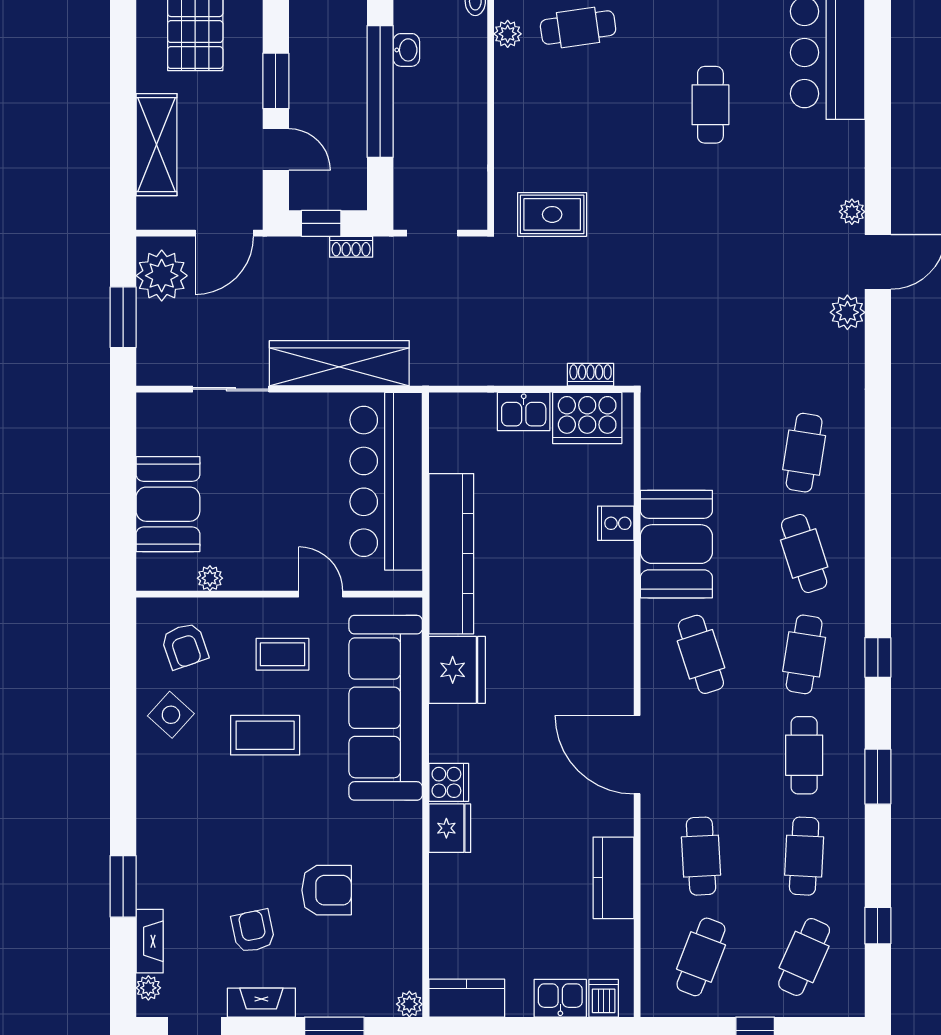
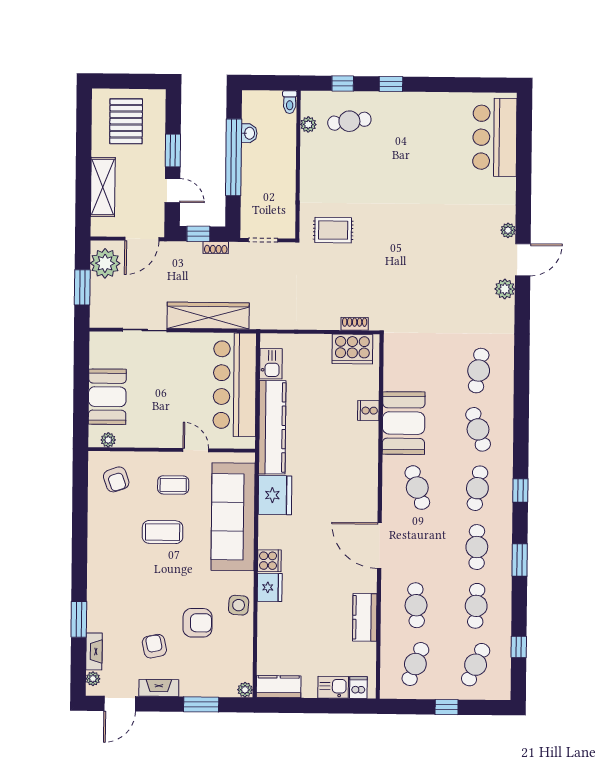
cafe table: (710, 105) -> (426, 167), removed
kitchen sink: (524, 412) -> (271, 364), moved, turned -90
plant: (210, 578) -> (108, 440), moved
side table: (171, 715) -> (239, 605), moved, turned -38

